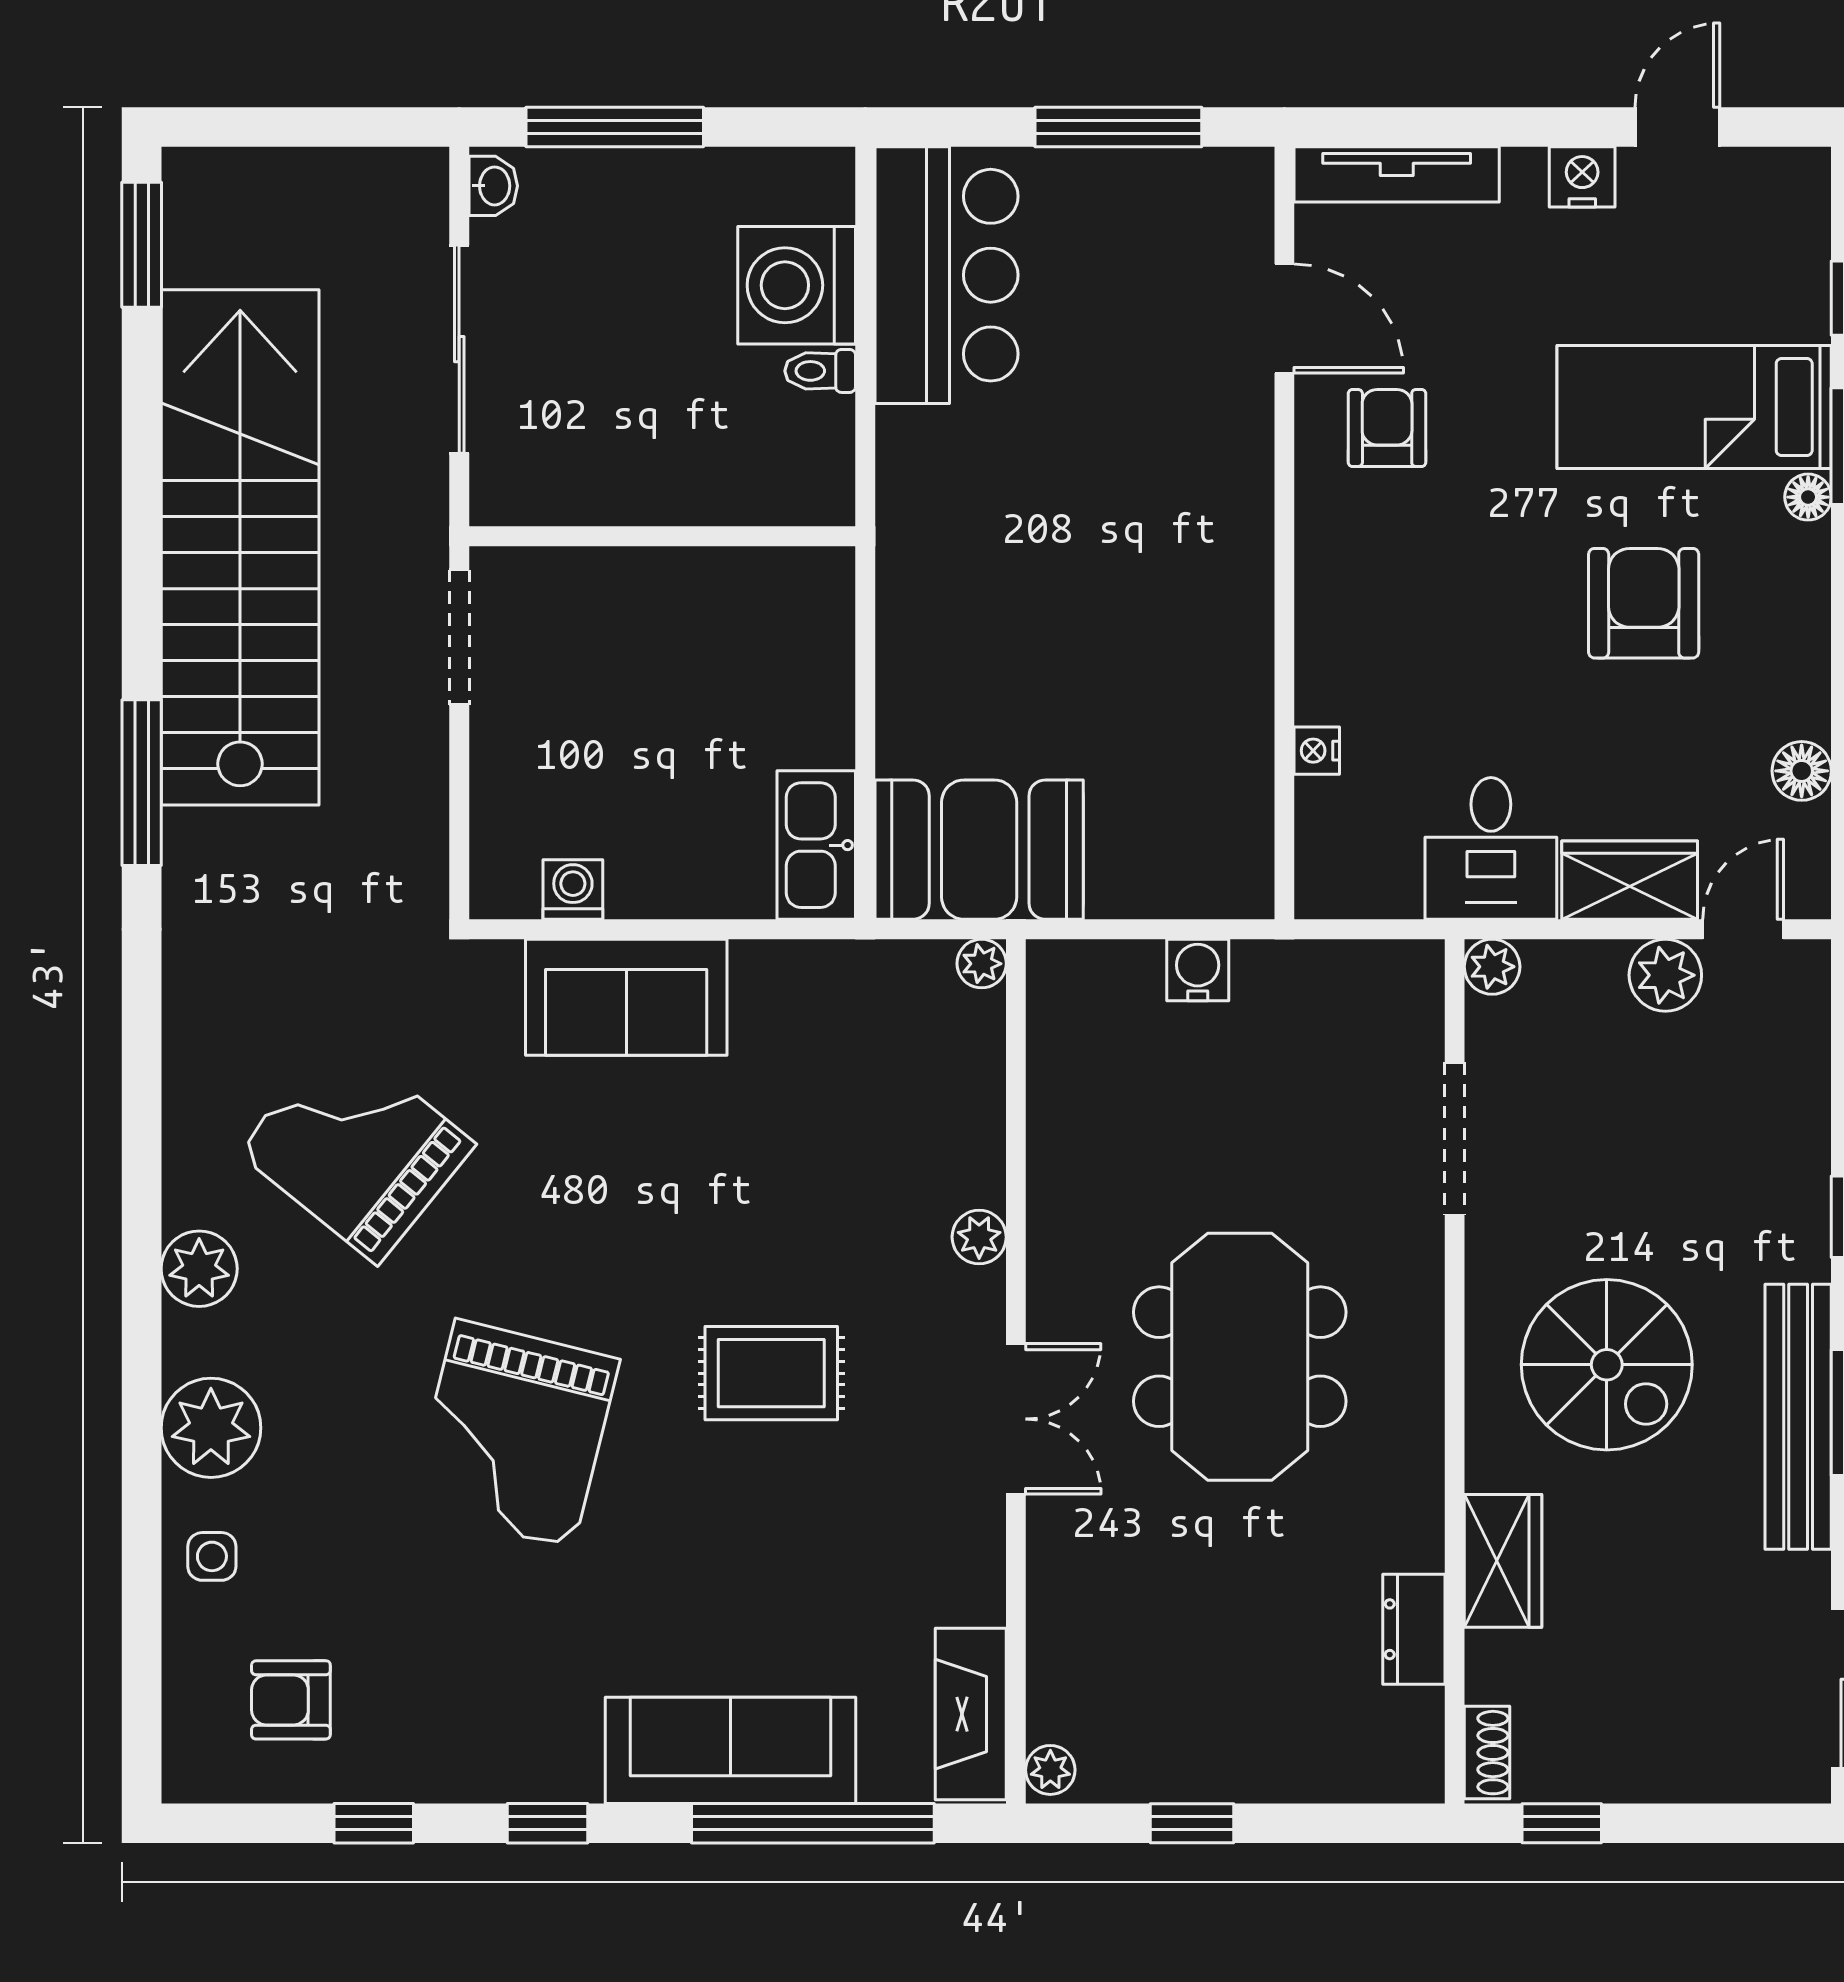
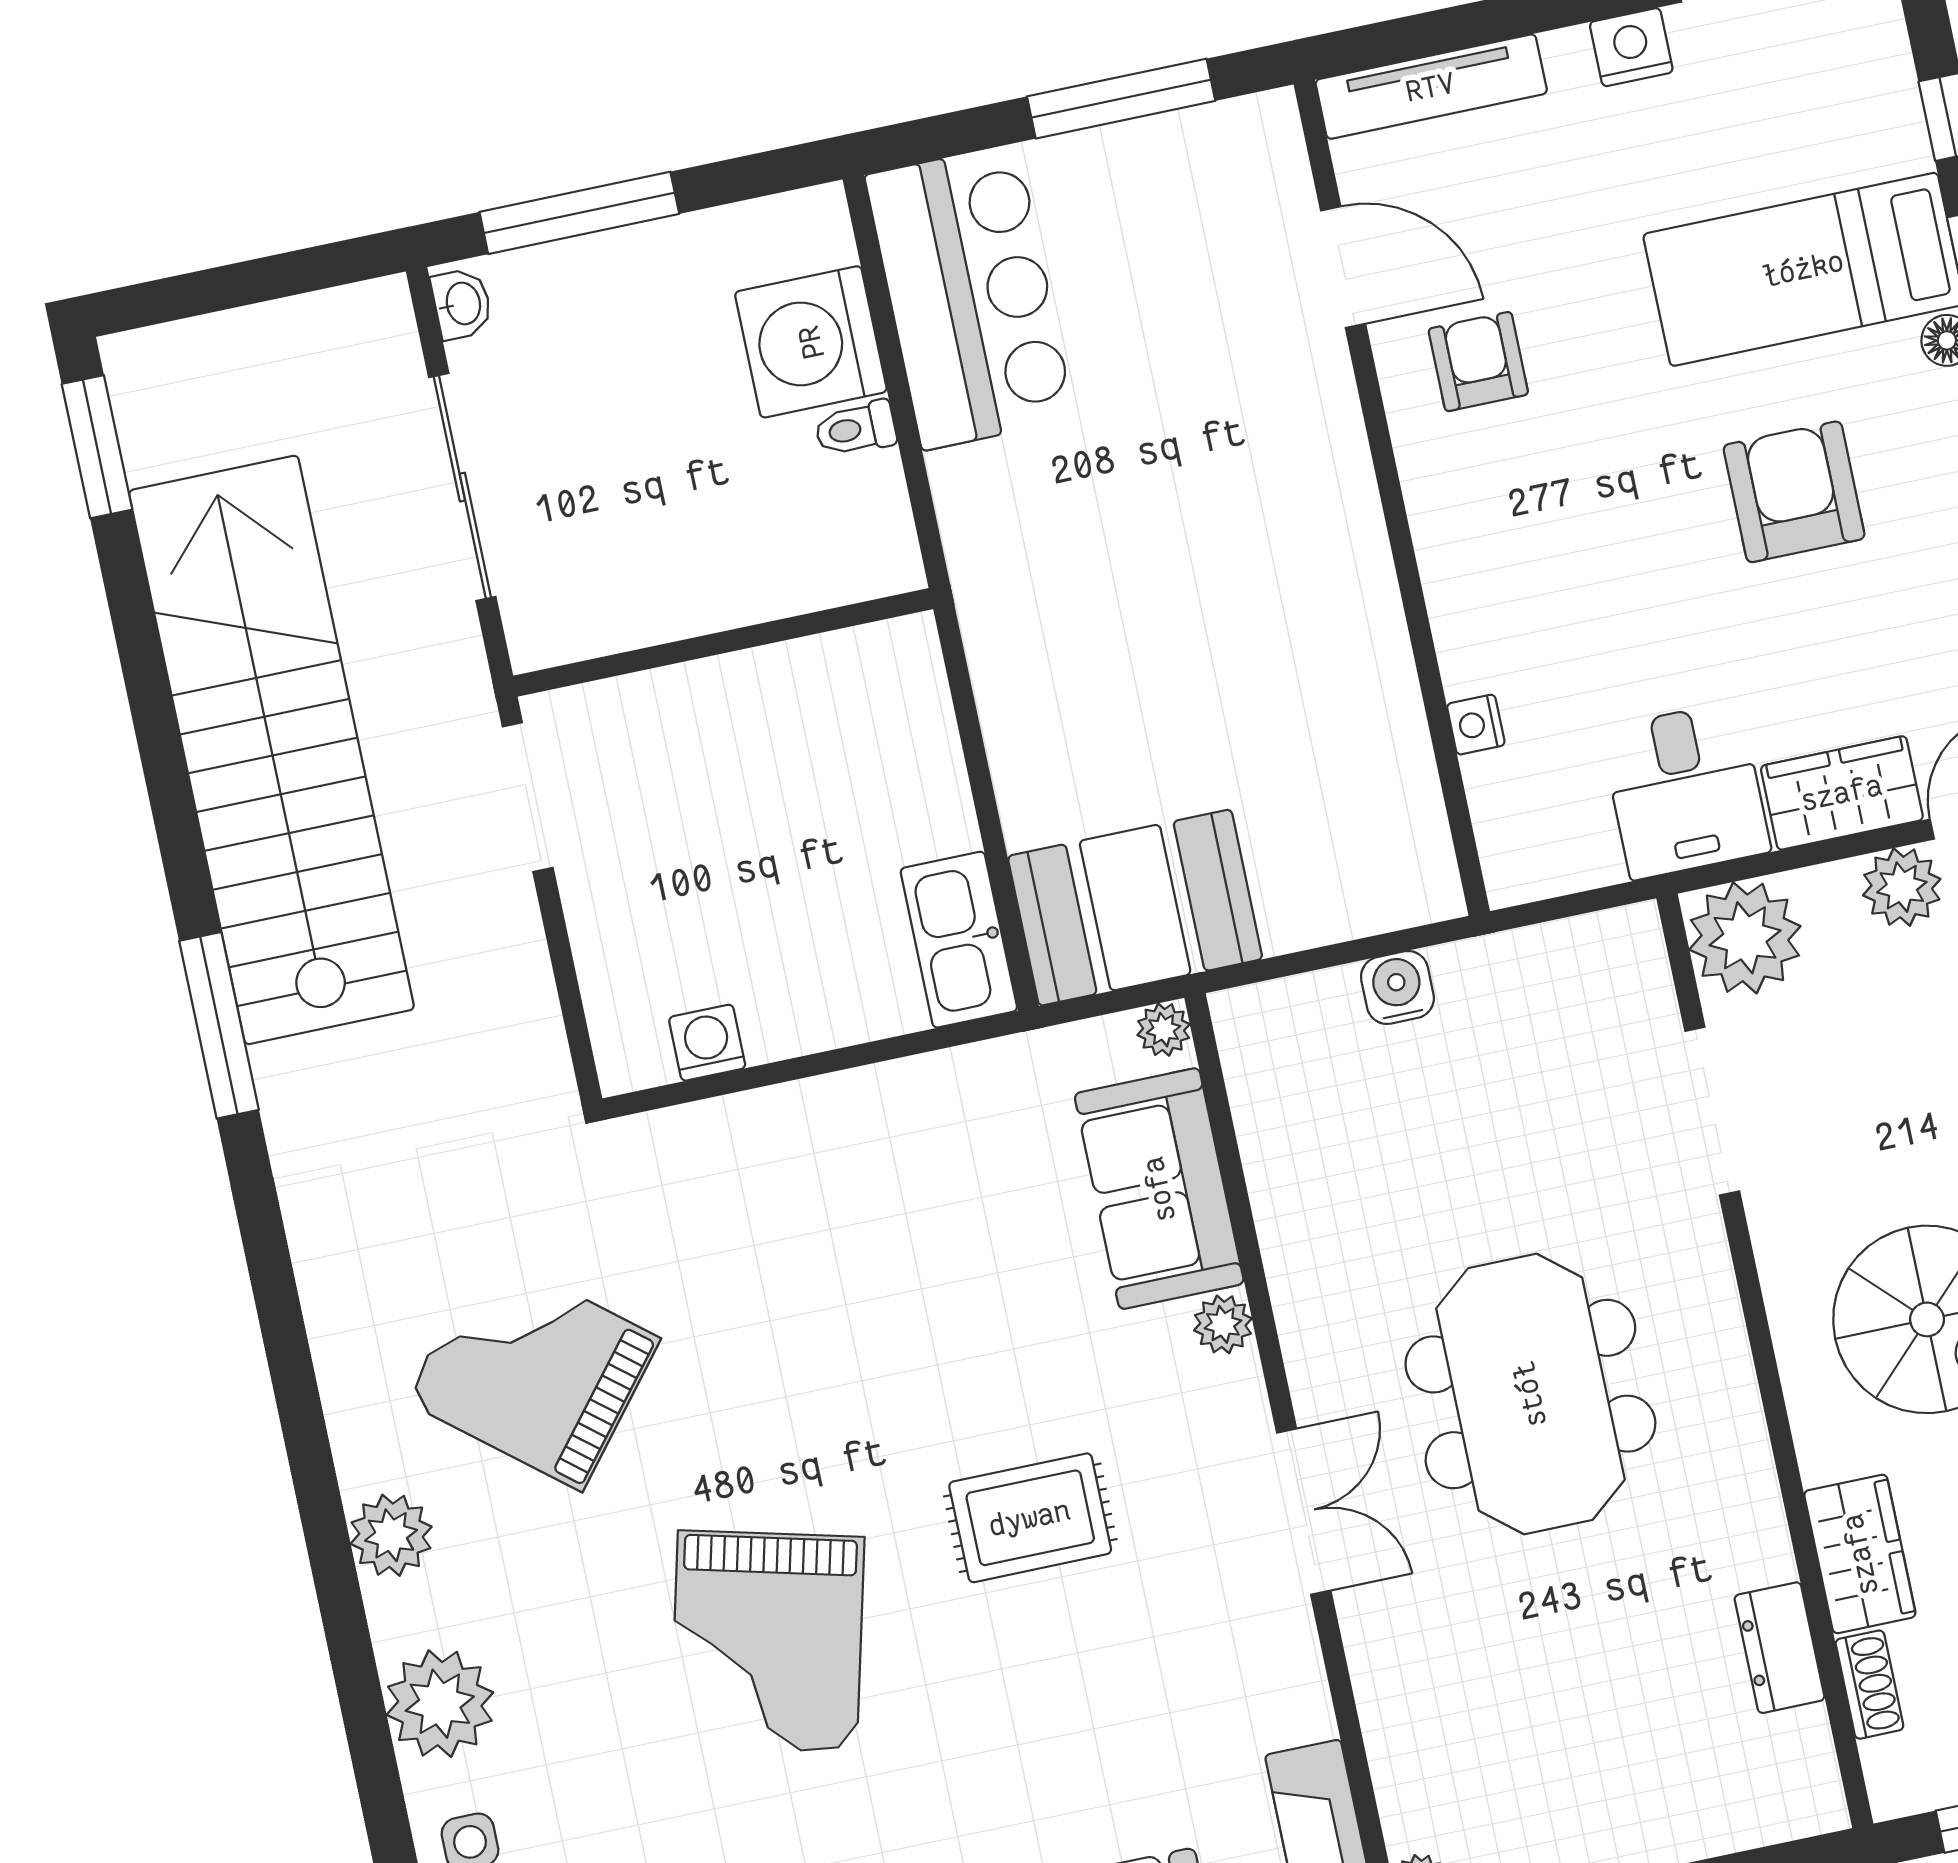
plant: (1492, 967) -> (1745, 938), width x1.87, depth x1.87
sofa: (626, 997) -> (1159, 1189), moved, turned 90
shoe rack: (1487, 1753) -> (1869, 1685), moved

